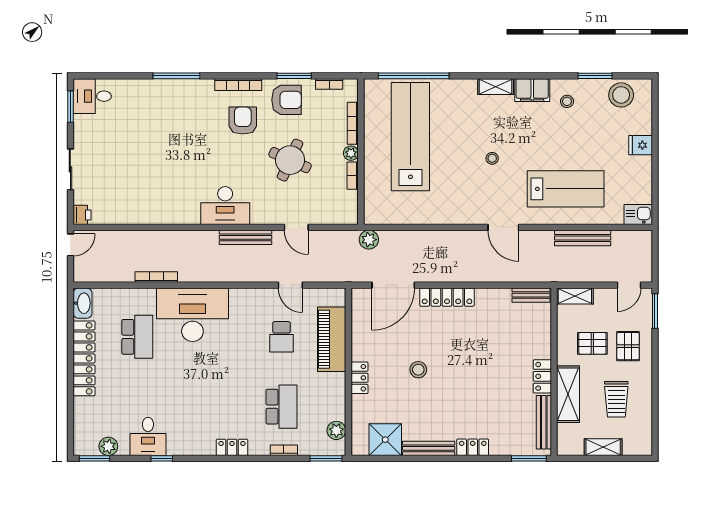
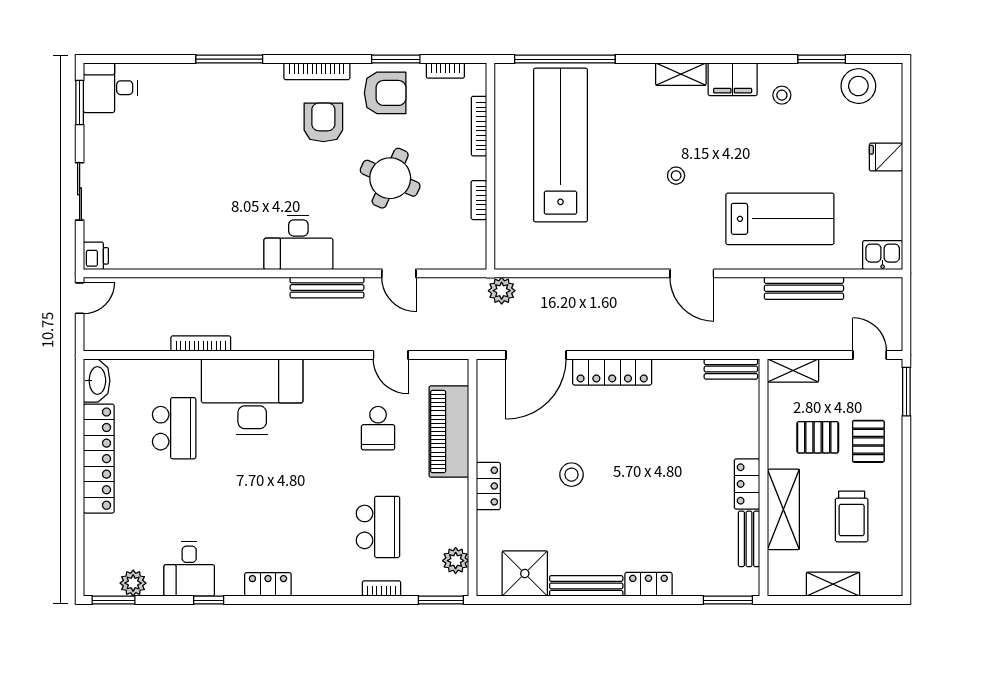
plant: (351, 153) -> (476, 168), removed
door: (629, 285) -> (870, 355), swing flipped
bench: (544, 422) -> (749, 539), width x0.73
locker: (232, 447) -> (268, 584), moved

